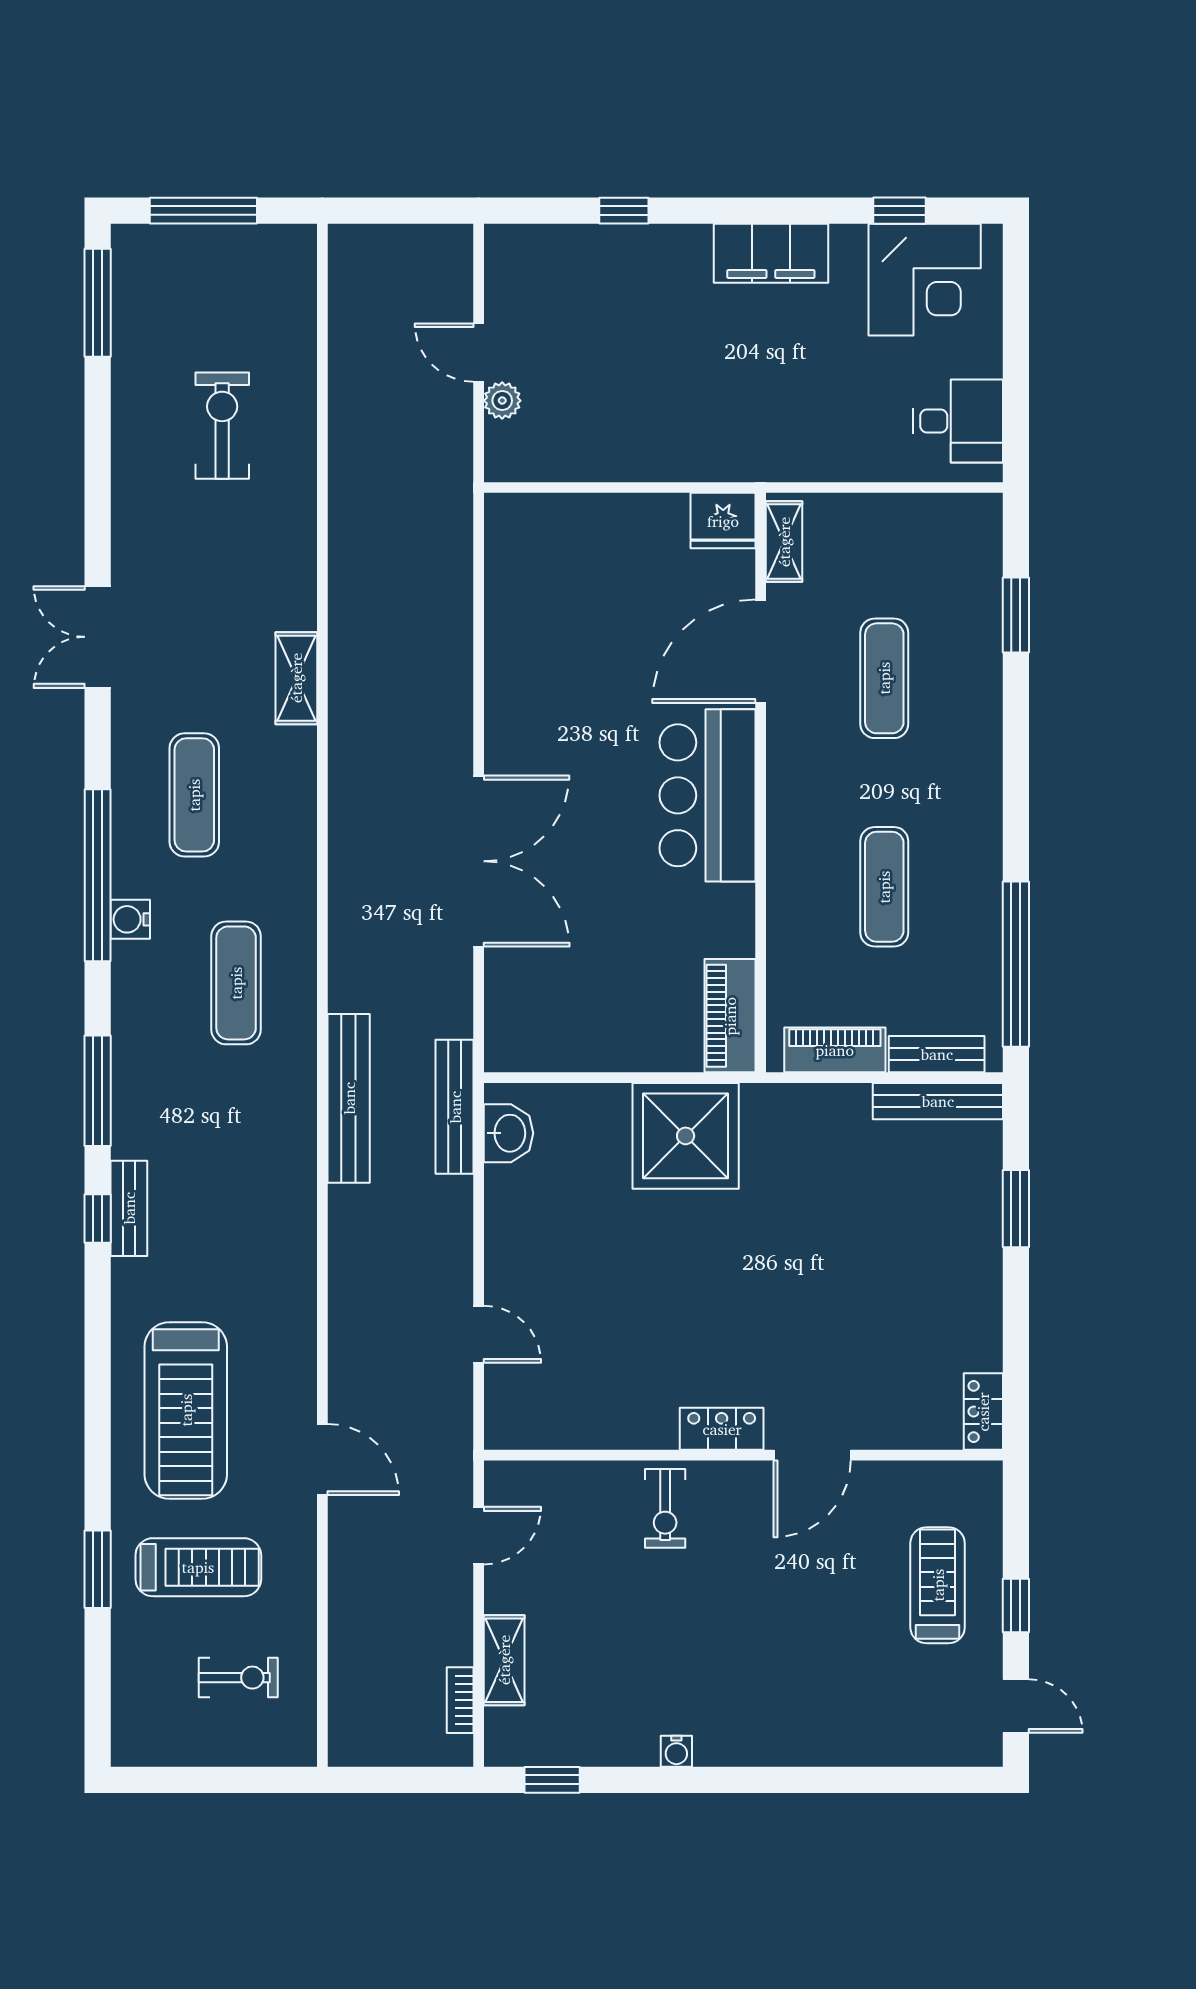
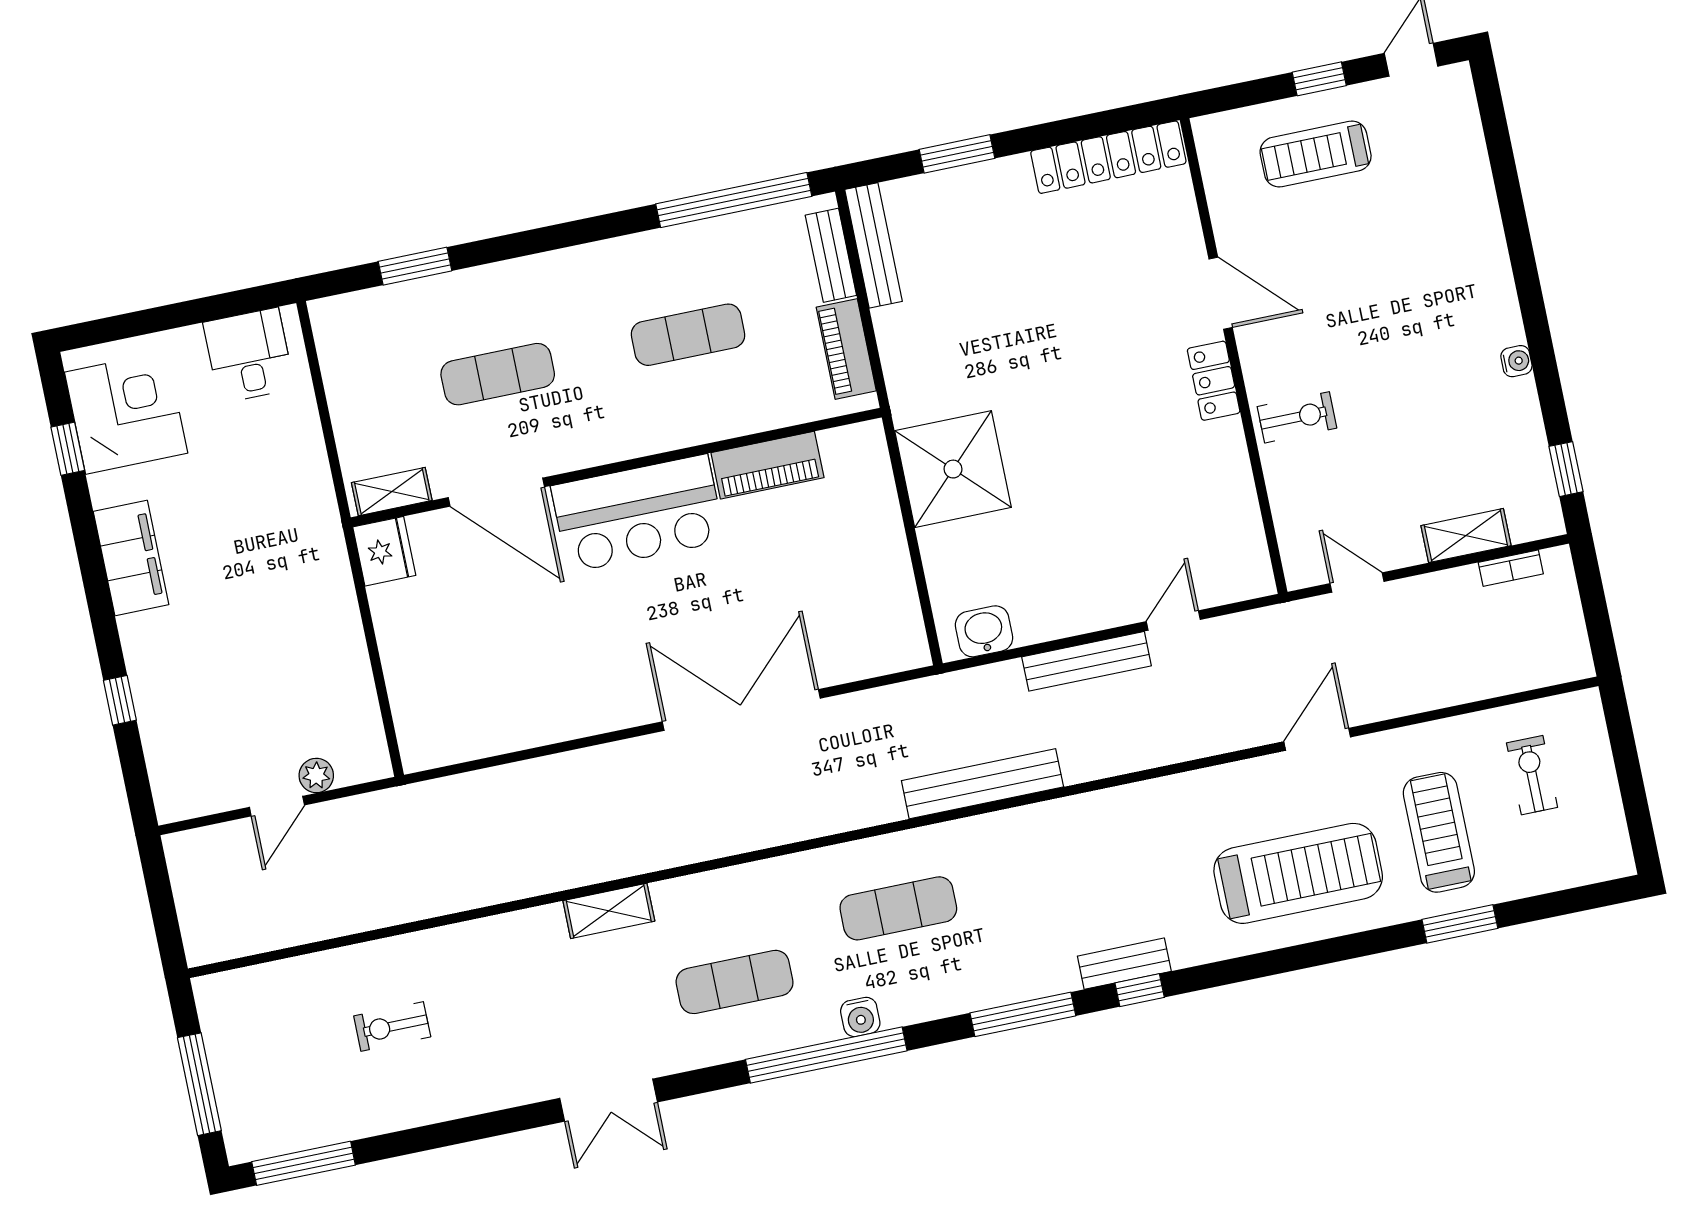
exercise bike: (222, 426) -> (392, 1026), width x0.73, depth x0.72
piano: (730, 1016) -> (767, 465), moved
bench: (455, 1107) -> (1087, 661), moved
locker: (983, 1412) -> (1108, 157), width x2.16, depth x1.21

